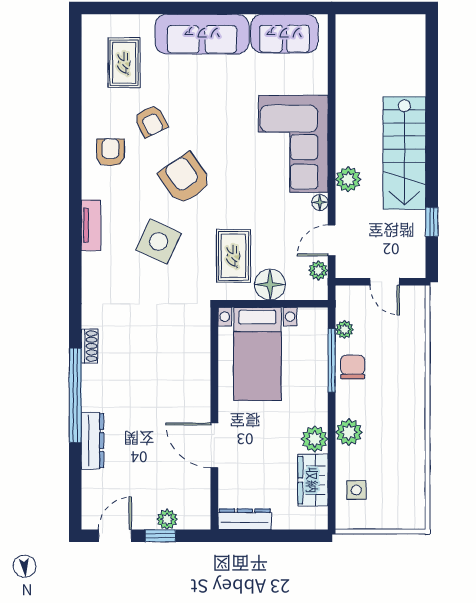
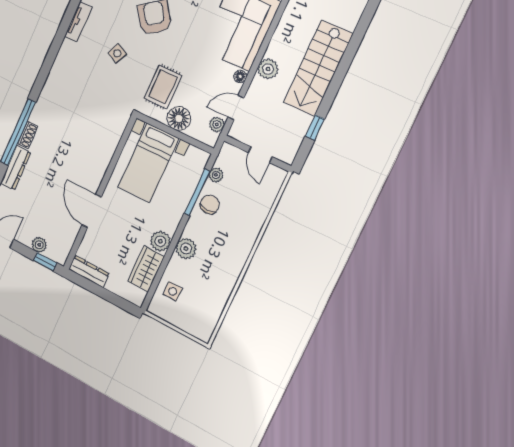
side table: (159, 242) -> (117, 53), width x0.54, depth x0.54
shoe rack: (90, 346) -> (28, 135), moved
window: (160, 536) -> (45, 262), moved

